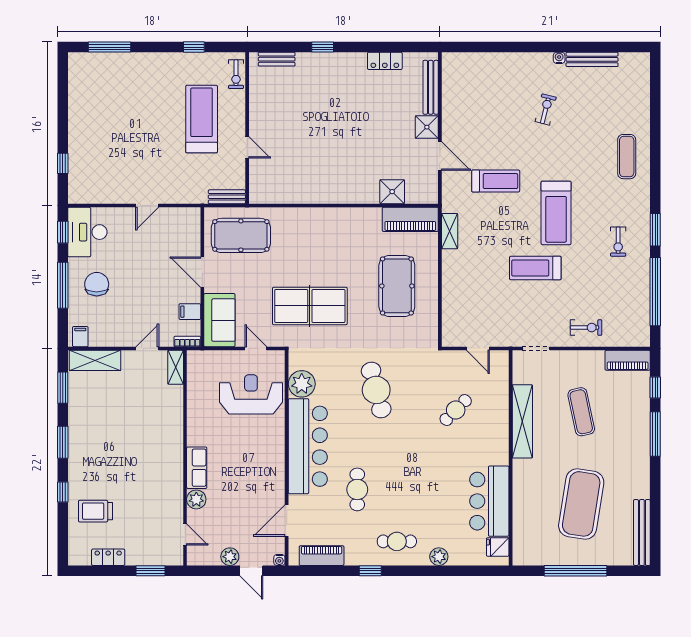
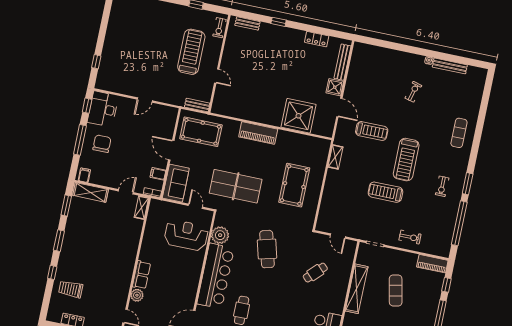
shower: (392, 192) -> (299, 116), width x1.86, depth x1.86
piano: (410, 219) -> (258, 133), moved

